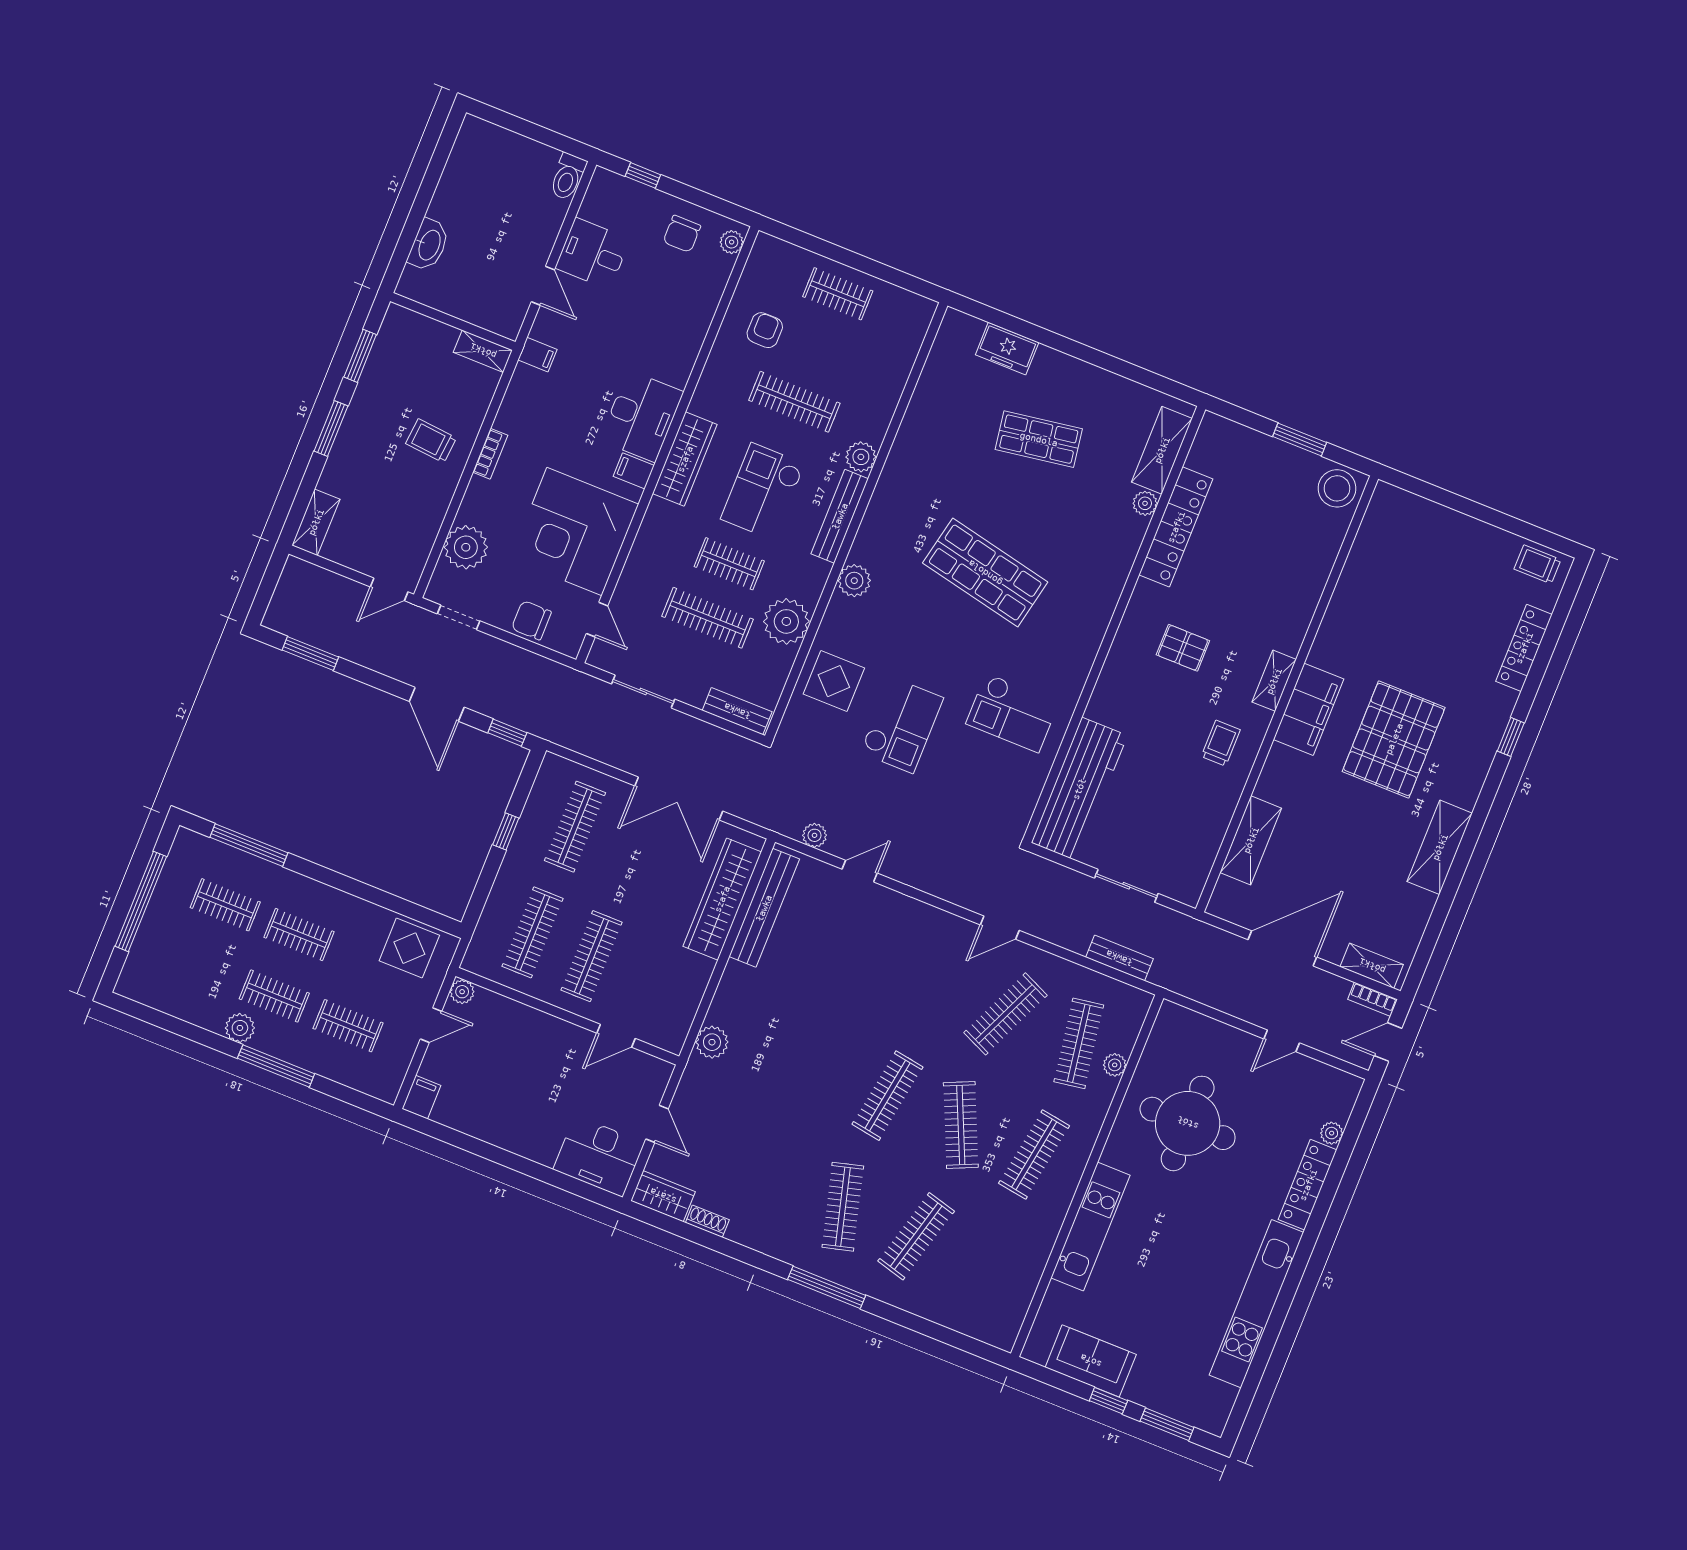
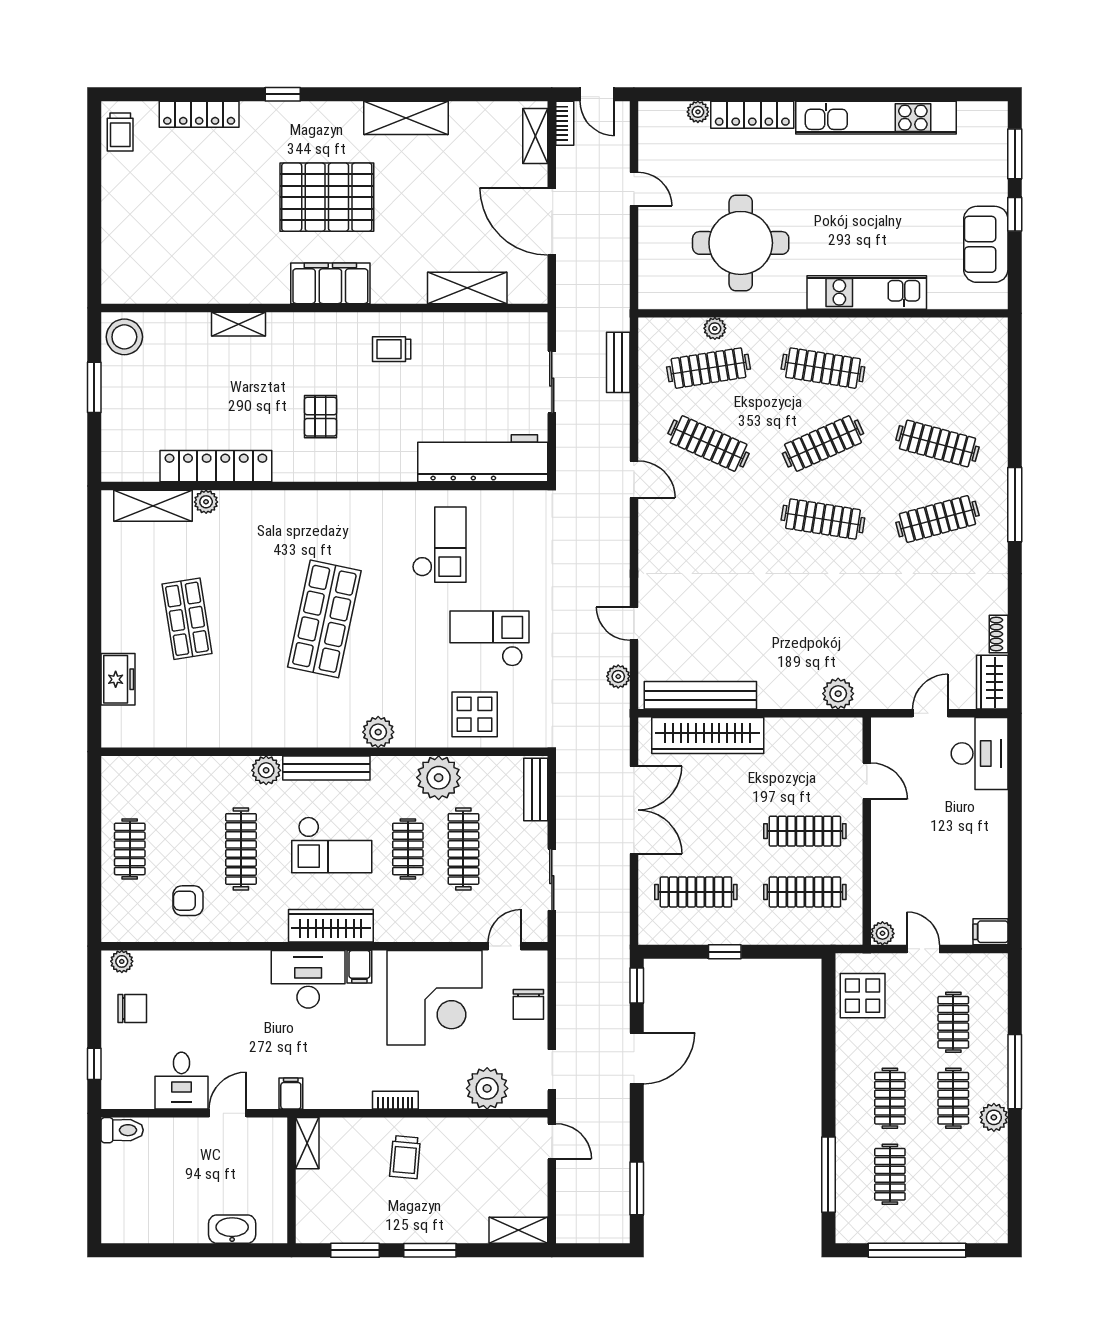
shelving: (1274, 681) -> (238, 324), moved

